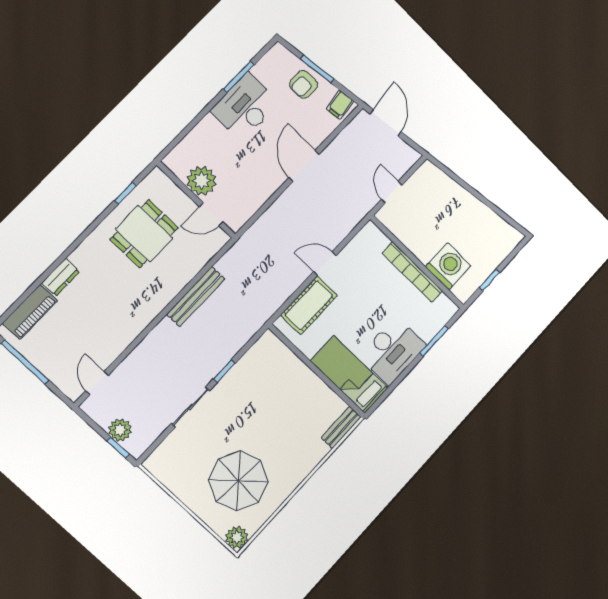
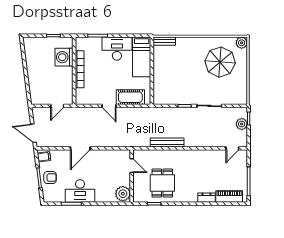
door: (386, 123) -> (33, 133), hinge flipped
plant: (202, 181) -> (123, 194), moved
dining table: (144, 234) -> (162, 183), turned 90

